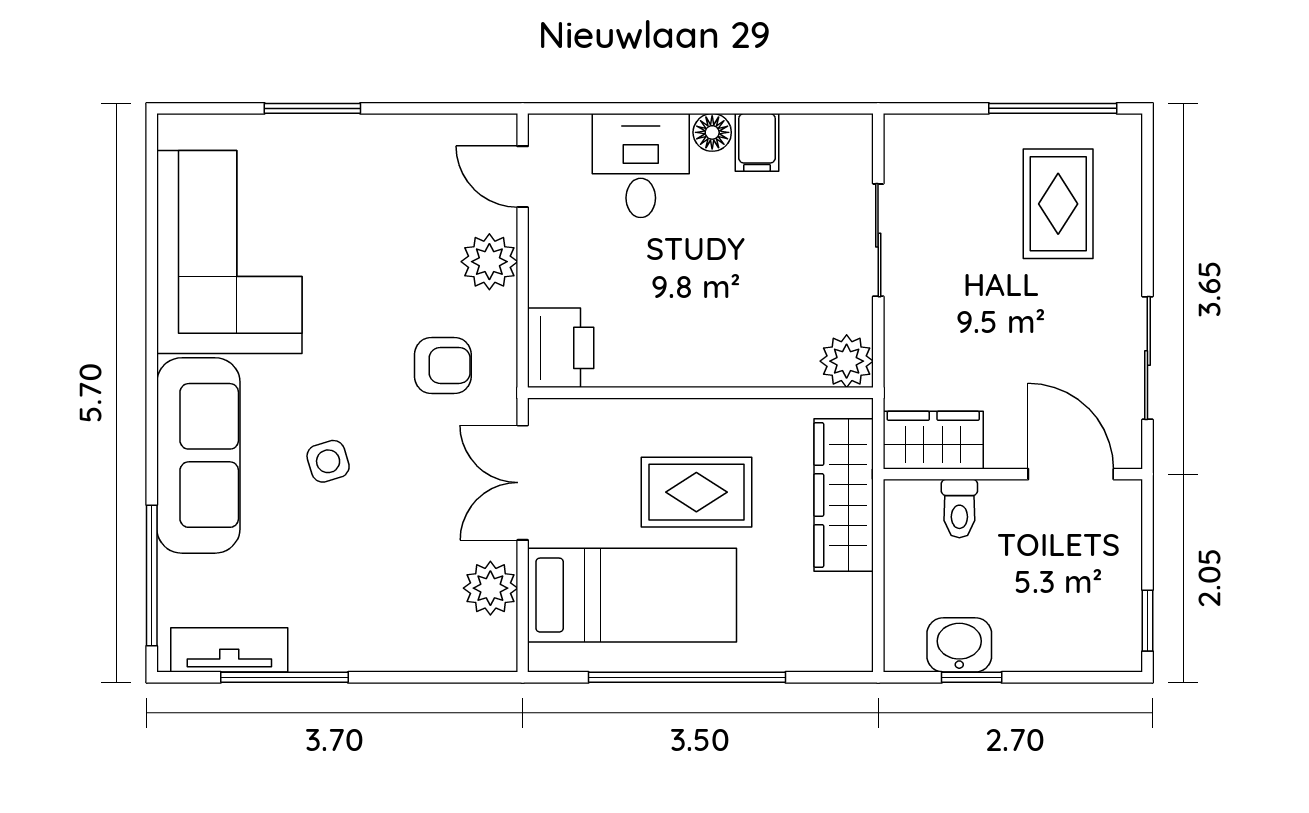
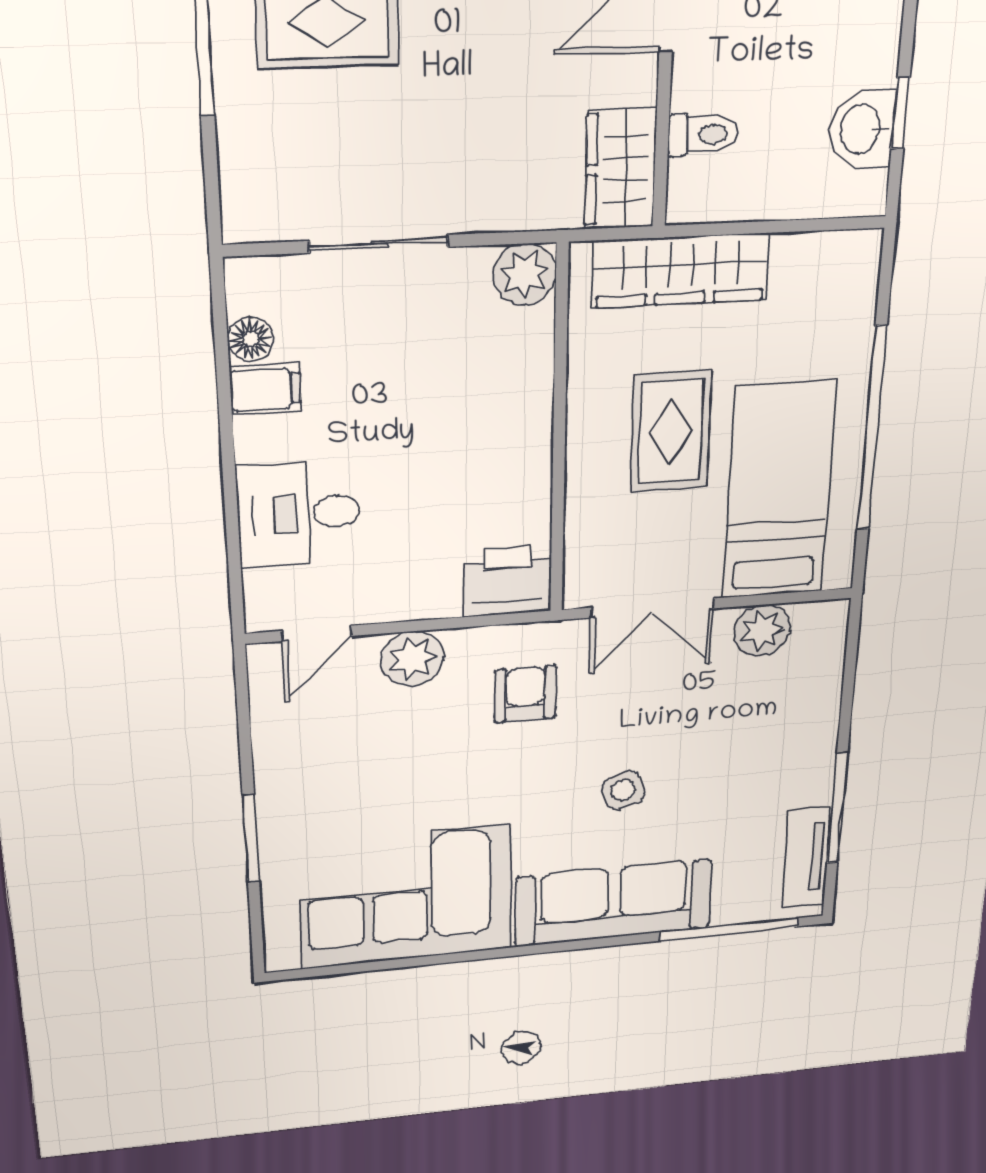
floor lamp: (712, 132) -> (251, 339), moved

